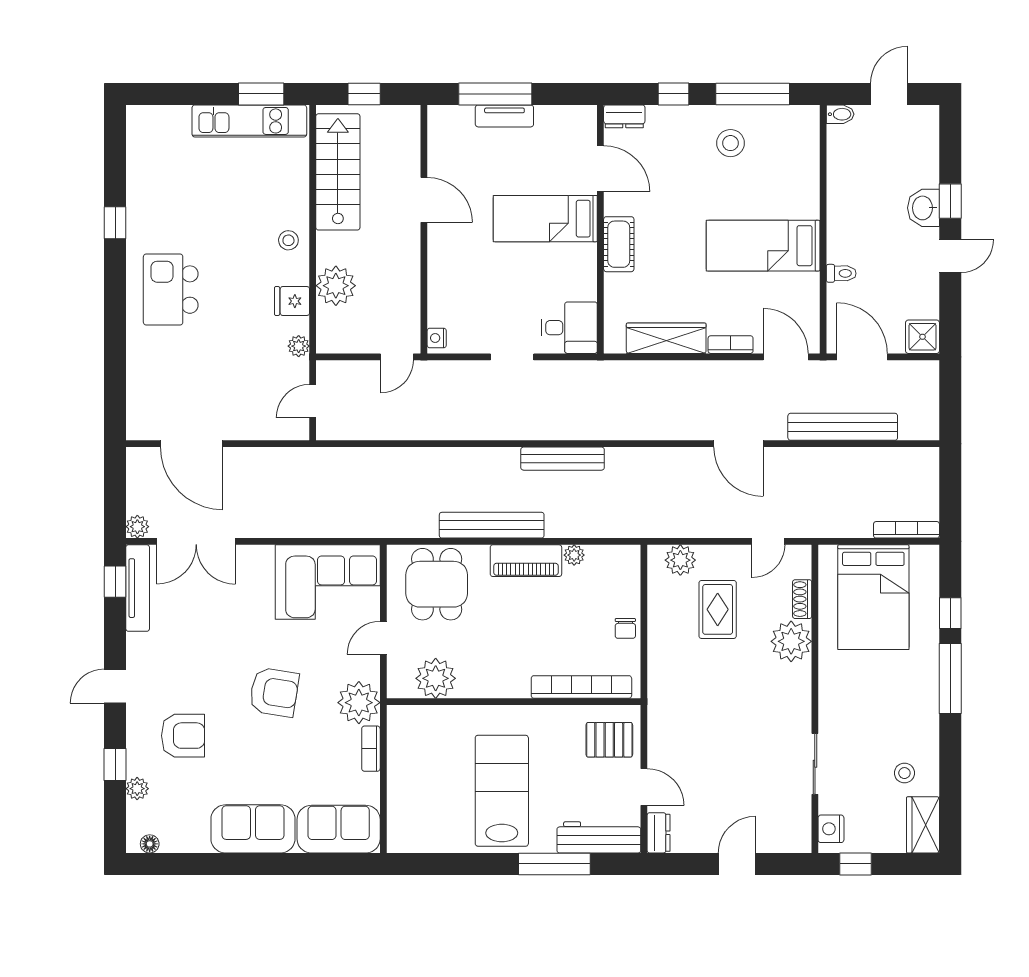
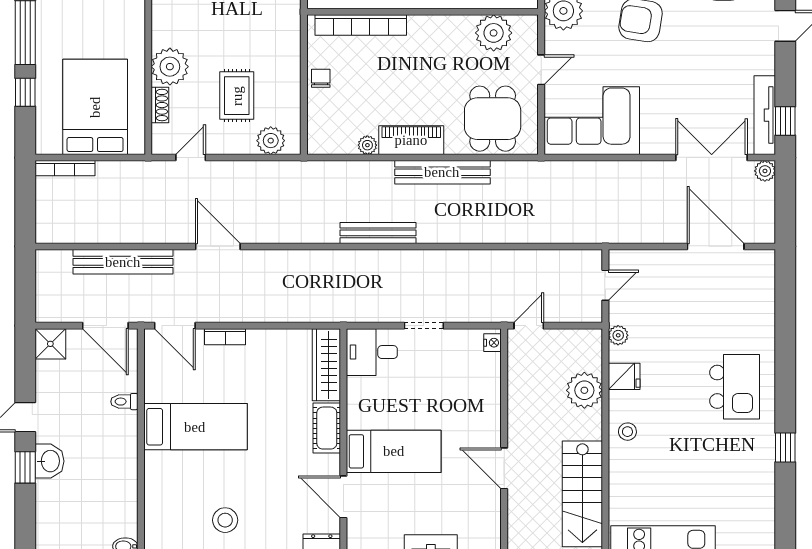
wardrobe: (666, 338) -> (326, 365), moved, turned 90

